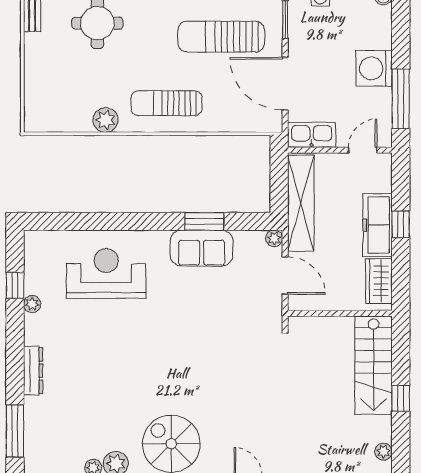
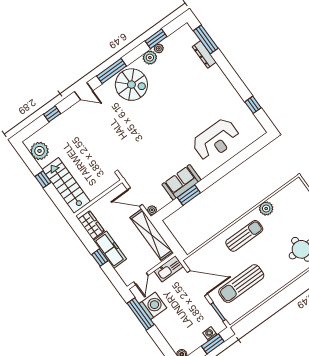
sun lounger: (221, 37) -> (241, 284), turned 180
washing machine: (374, 68) -> (153, 306), moved
plant: (32, 304) -> (239, 102), removed
dresser: (33, 371) -> (204, 54), moved
plant: (383, 452) -> (39, 151), width x1.88, depth x1.88

